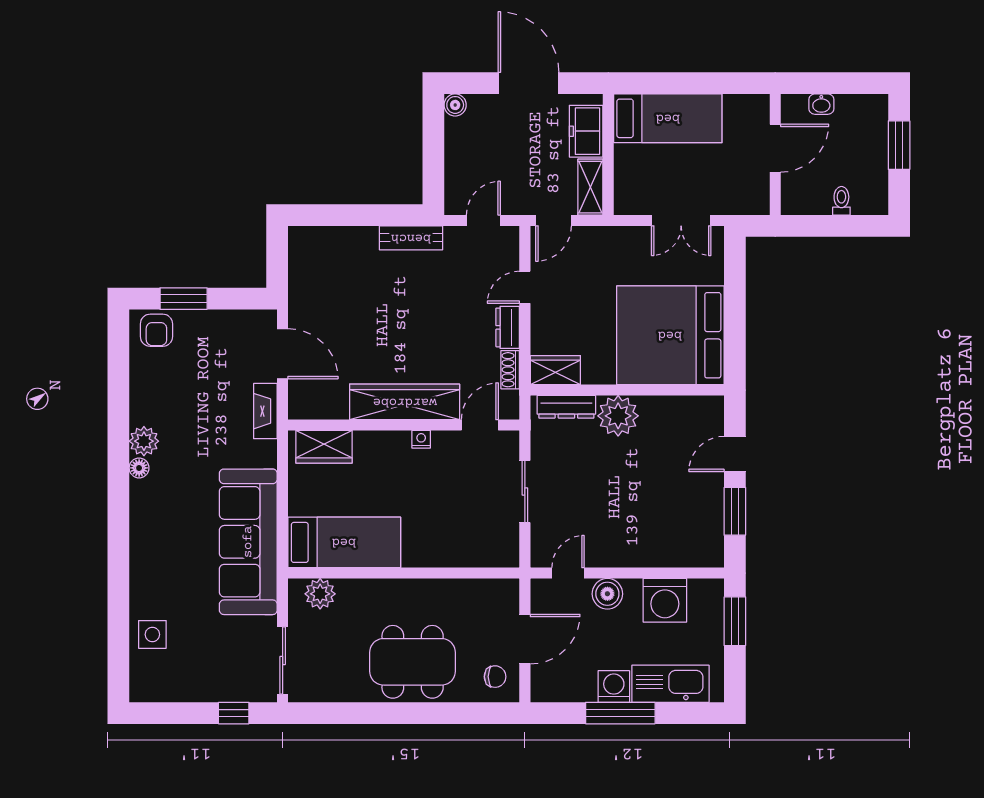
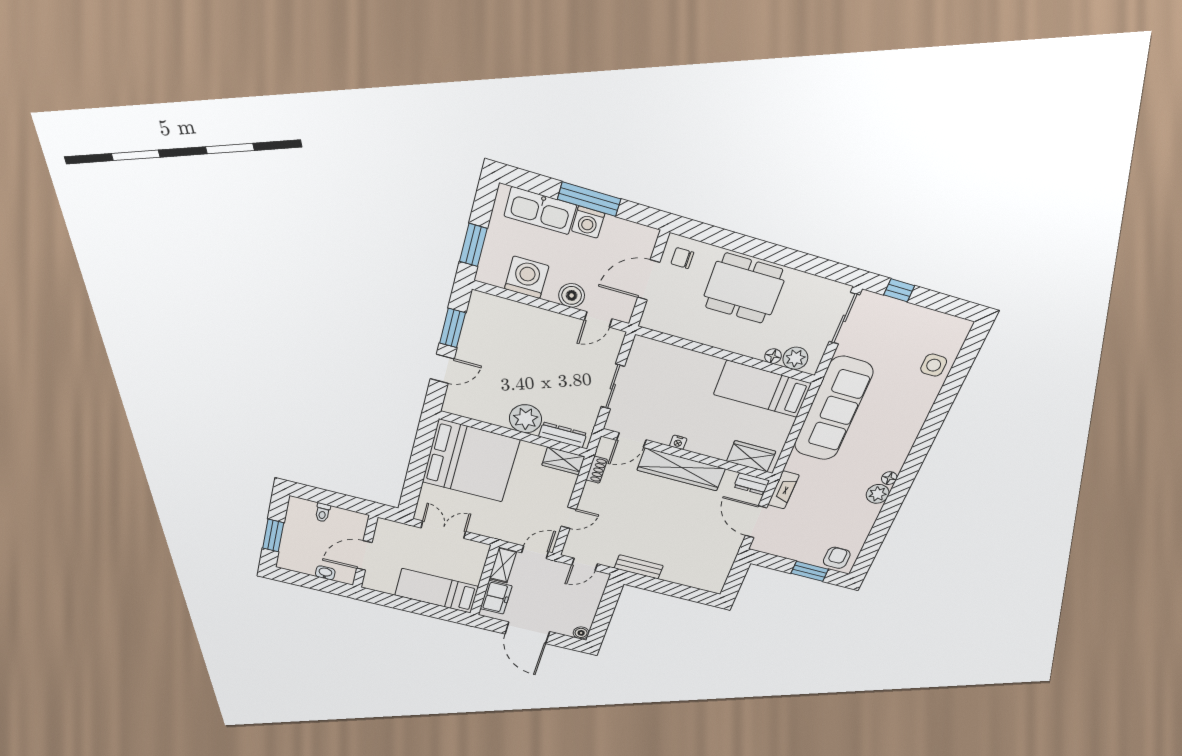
dresser: (508, 327) -> (752, 484), moved, turned 90
floor lamp: (347, 589) -> (773, 356), added

